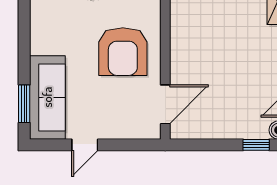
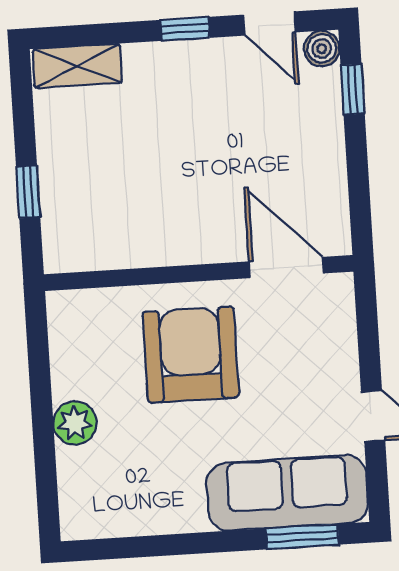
armchair: (123, 52) -> (191, 355), turned -90

